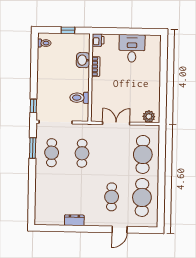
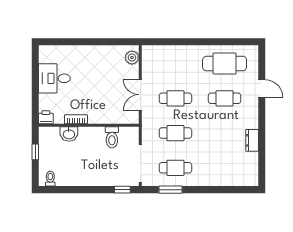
cafe table: (143, 154) -> (175, 98), moved, width x0.73, depth x0.74

